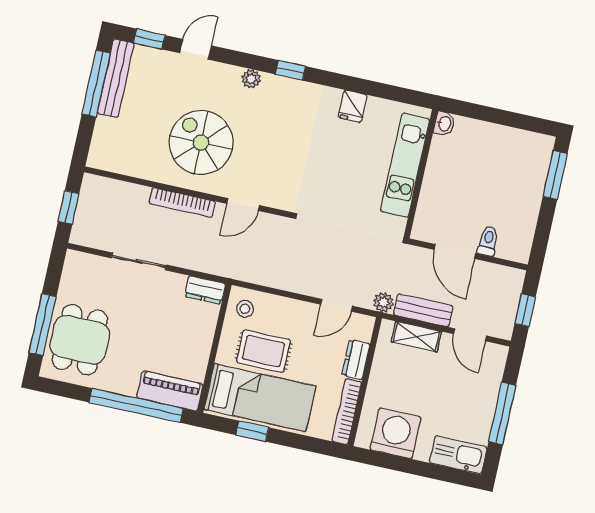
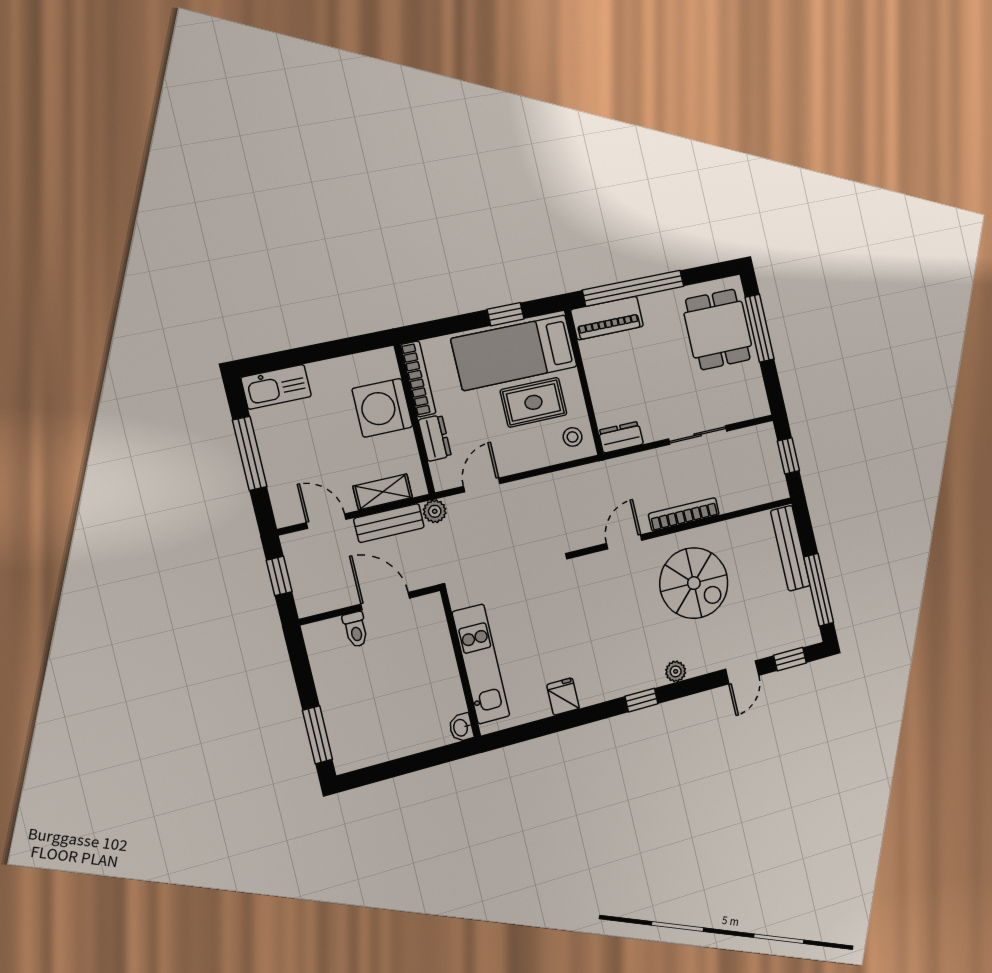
bench: (116, 78) -> (790, 548), moved
washing machine: (396, 433) -> (382, 408), moved, turned 90

